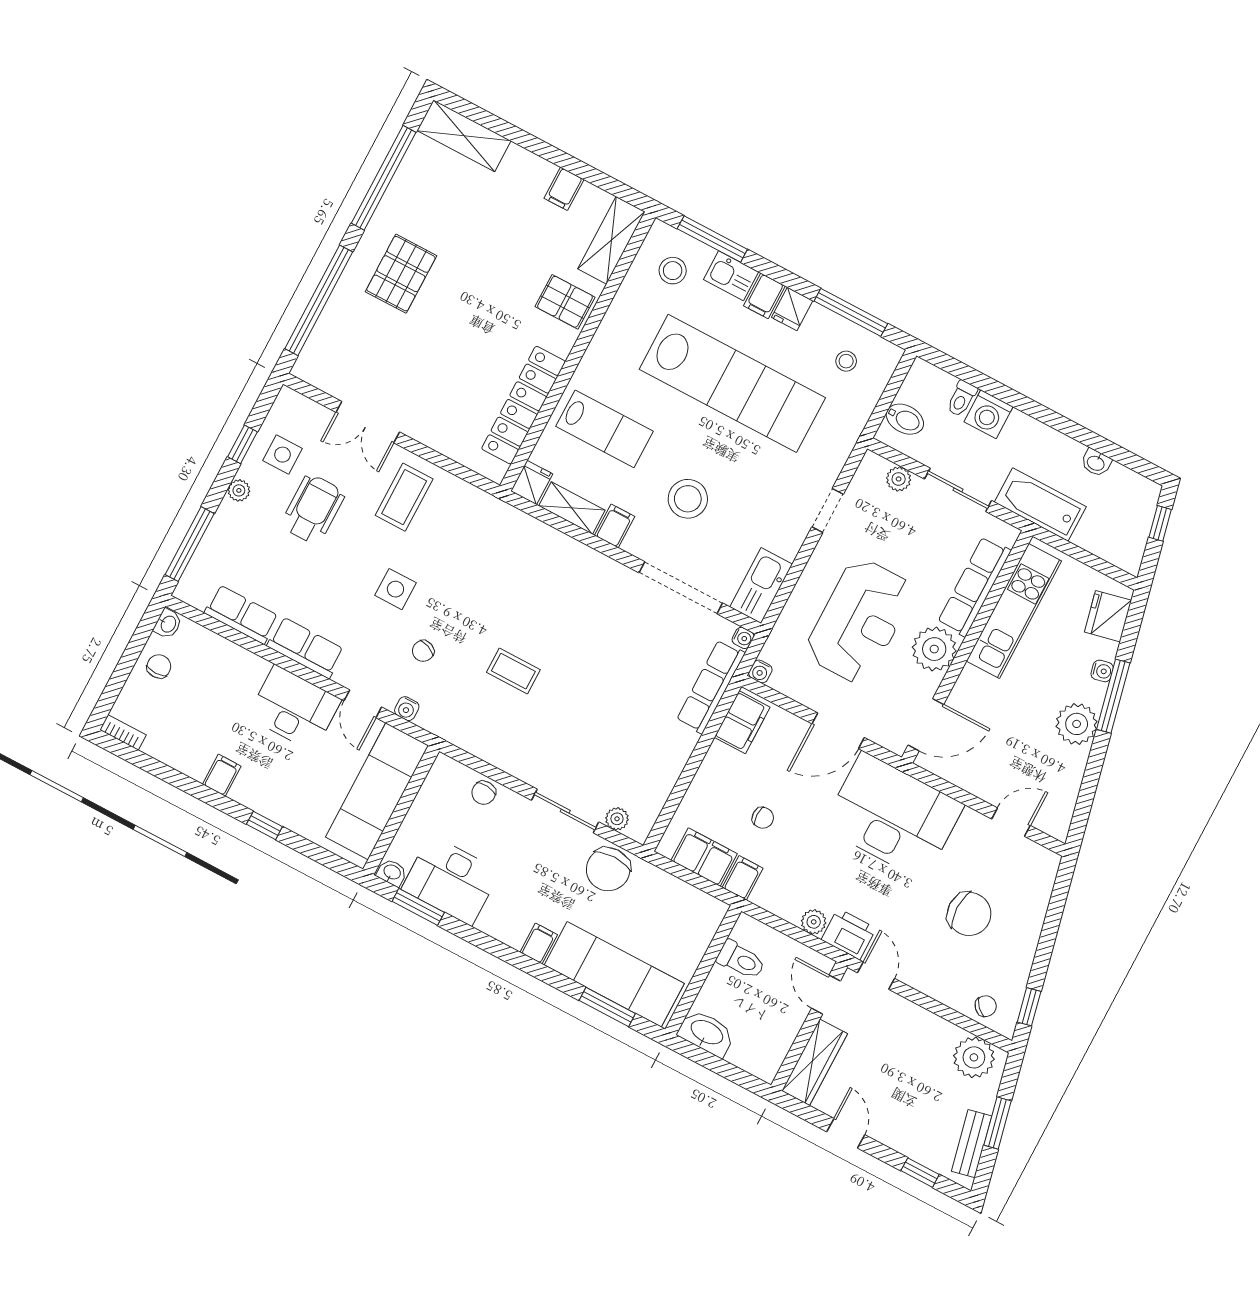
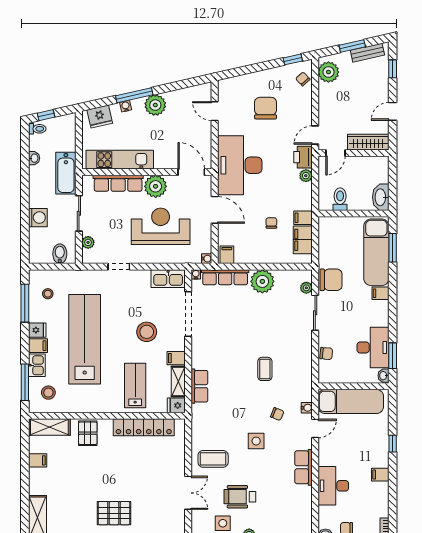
toilet: (962, 399) -> (37, 129), moved
row of seats: (241, 614) -> (199, 386), moved, turned 180
desk: (294, 708) -> (333, 486), moved
filing cabinet: (742, 722) -> (227, 255), width x0.50
plant: (669, 748) -> (262, 281), added

